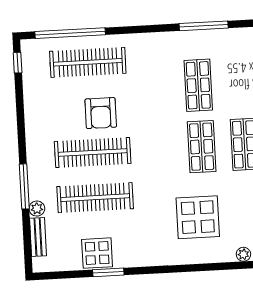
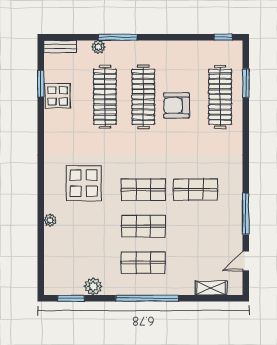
window: (204, 26) -> (246, 214), moved
window: (70, 33) -> (246, 83), width x0.47
bench: (38, 237) -> (60, 47), moved
window: (108, 272) -> (41, 84), moved

